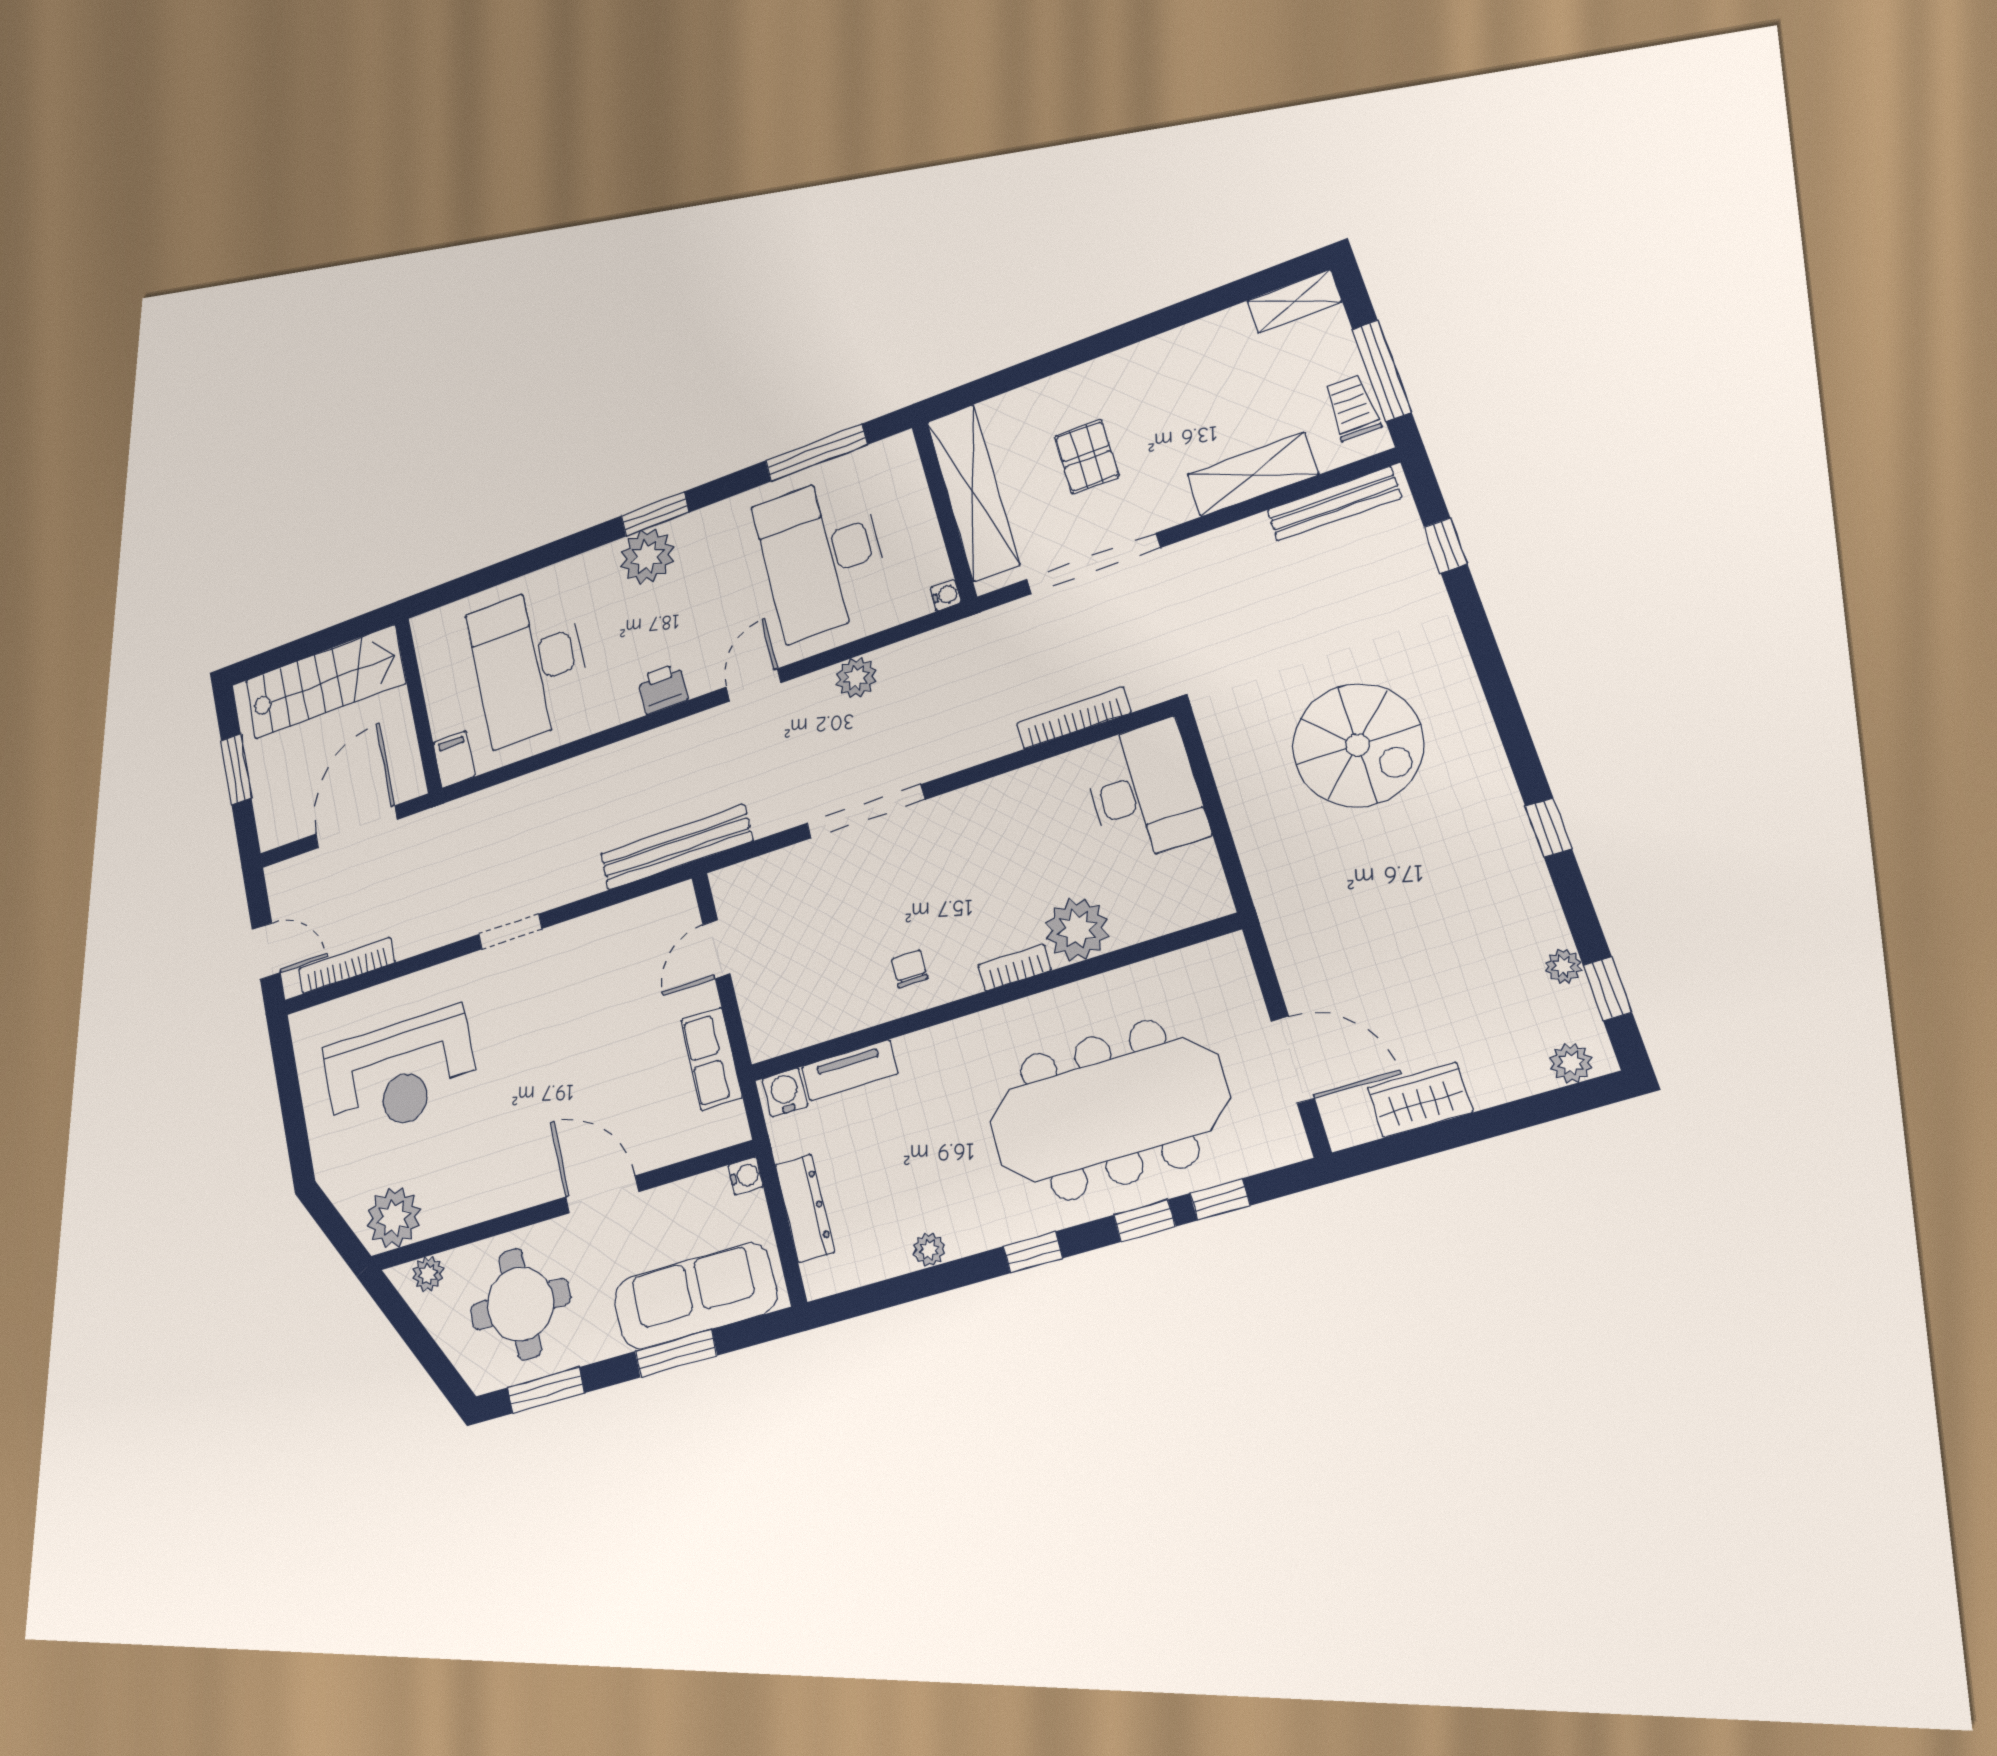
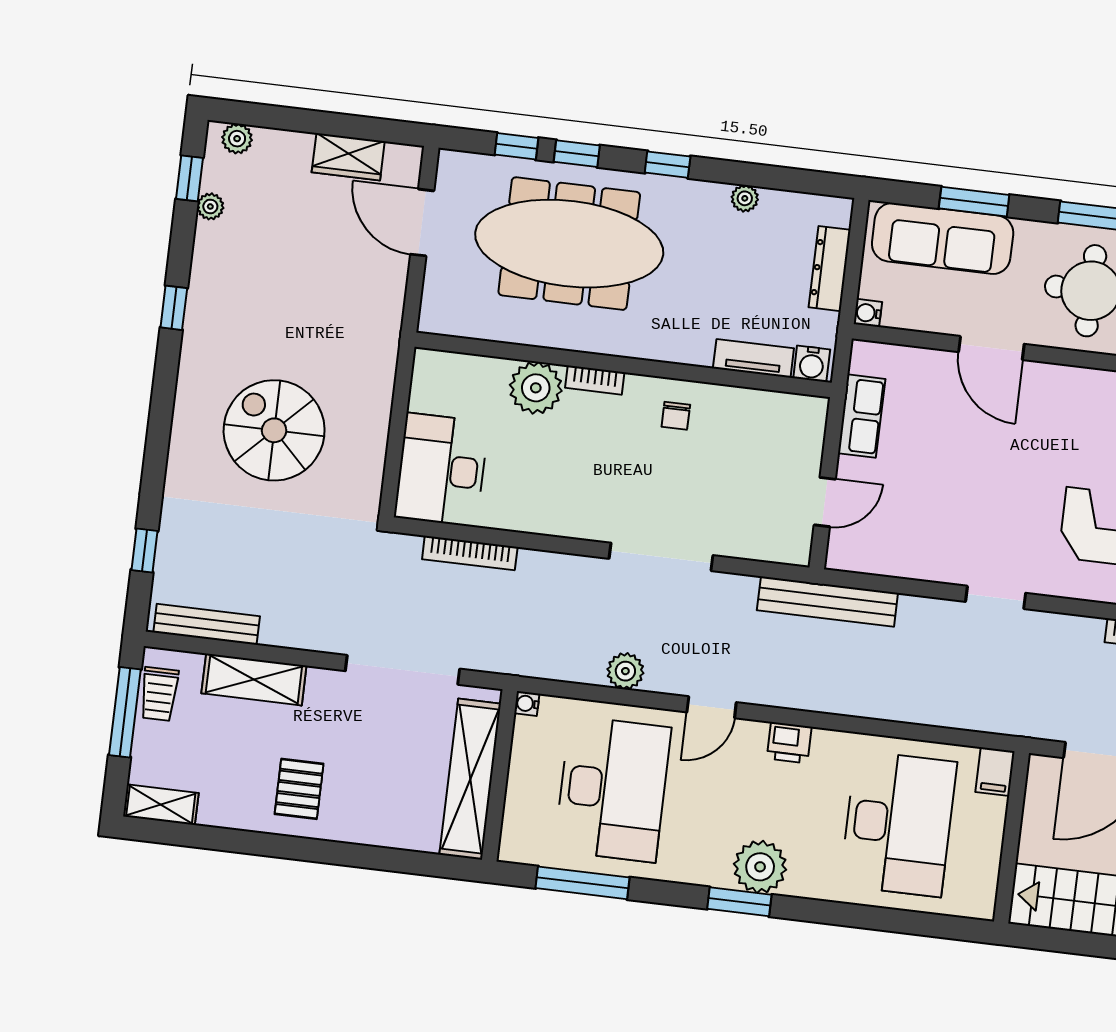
pallet: (1087, 456) -> (299, 789), moved

